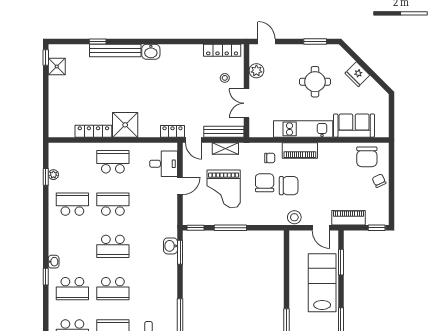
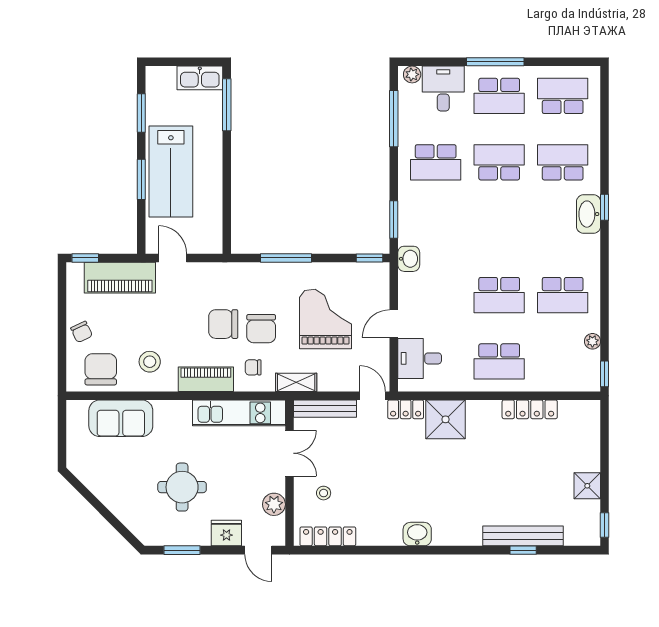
bench: (115, 51) -> (523, 536), moved
washbasin: (151, 52) -> (417, 534), moved
shower: (57, 66) -> (587, 486), moved
fridge: (357, 74) -> (226, 533), moved, turned -45
shower: (125, 125) -> (446, 419), moved
kitchen unit: (303, 129) -> (239, 413), moved
shelving: (225, 148) -> (296, 382), moved
window: (46, 177) -> (605, 374), moved
stool: (294, 217) -> (150, 362), moved
piano: (349, 218) -> (120, 278), width x1.37, depth x1.33
window: (230, 228) -> (286, 258), moved
school desk: (113, 246) -> (436, 162), moved, turned 180
washbasin: (170, 246) -> (409, 259), moved
washbasin: (54, 262) -> (589, 214), width x1.91, depth x1.45
window: (341, 262) -> (141, 179), moved
window: (46, 277) -> (605, 207), moved

